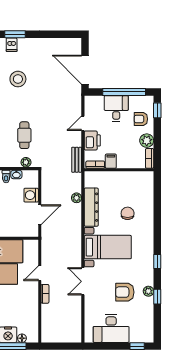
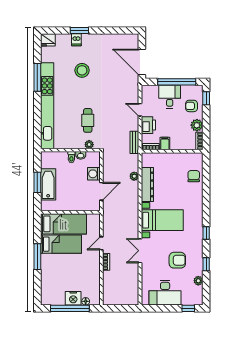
door: (83, 123) -> (140, 110), hinge flipped
chair: (128, 213) -> (194, 176), moved
plant: (148, 291) -> (198, 281), moved
armchair: (125, 292) -> (177, 260), turned 180

